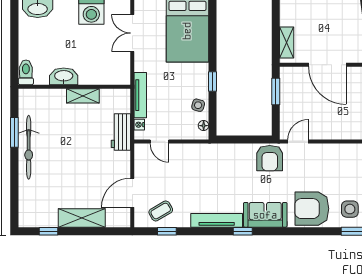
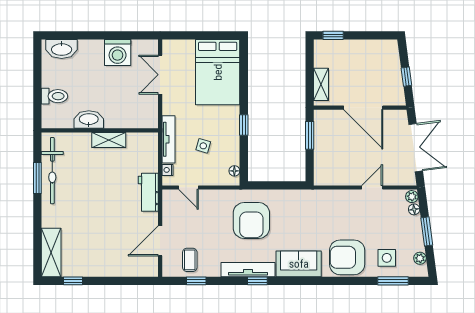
toilet: (26, 72) -> (54, 96), moved, turned 90
side table: (198, 105) -> (203, 146), moved
workbench: (121, 132) -> (148, 192), moved
door: (298, 141) -> (372, 187), moved
bicycle: (29, 147) -> (52, 171), moved
armchair: (270, 158) -> (251, 220), moved, width x1.36, depth x1.36
coffee table: (161, 211) -> (190, 260), turned -60
shelving: (82, 218) -> (51, 252), moved, turned 90
window: (243, 231) -> (257, 281), moved

